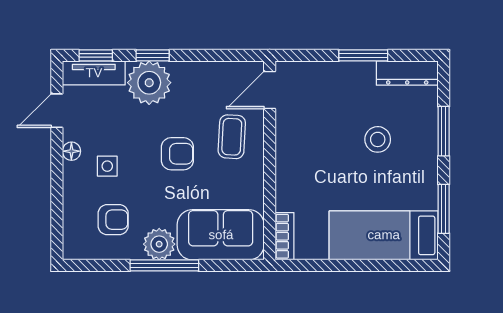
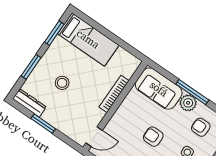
coffee table: (232, 137) -> (125, 128), removed
bookcase: (285, 236) -> (114, 94), moved, width x1.56

